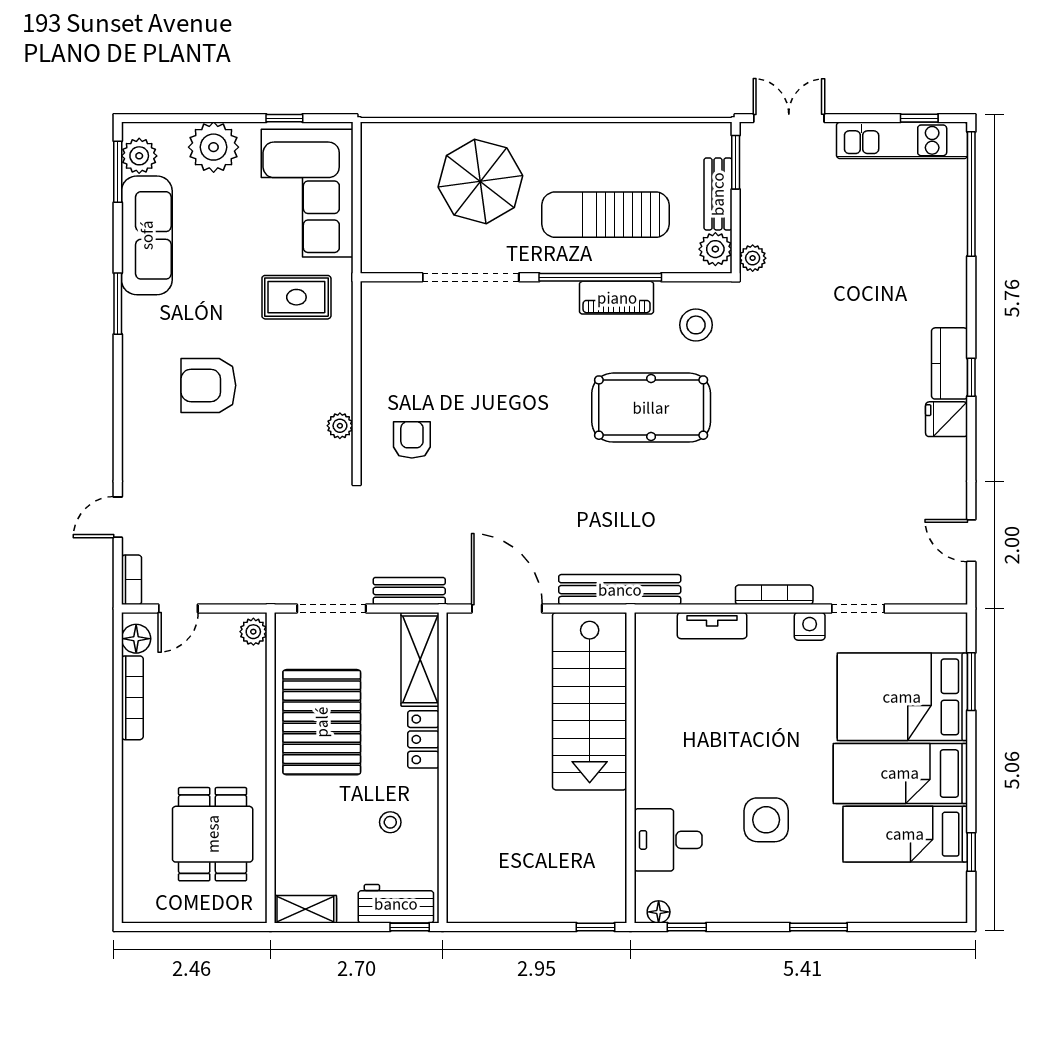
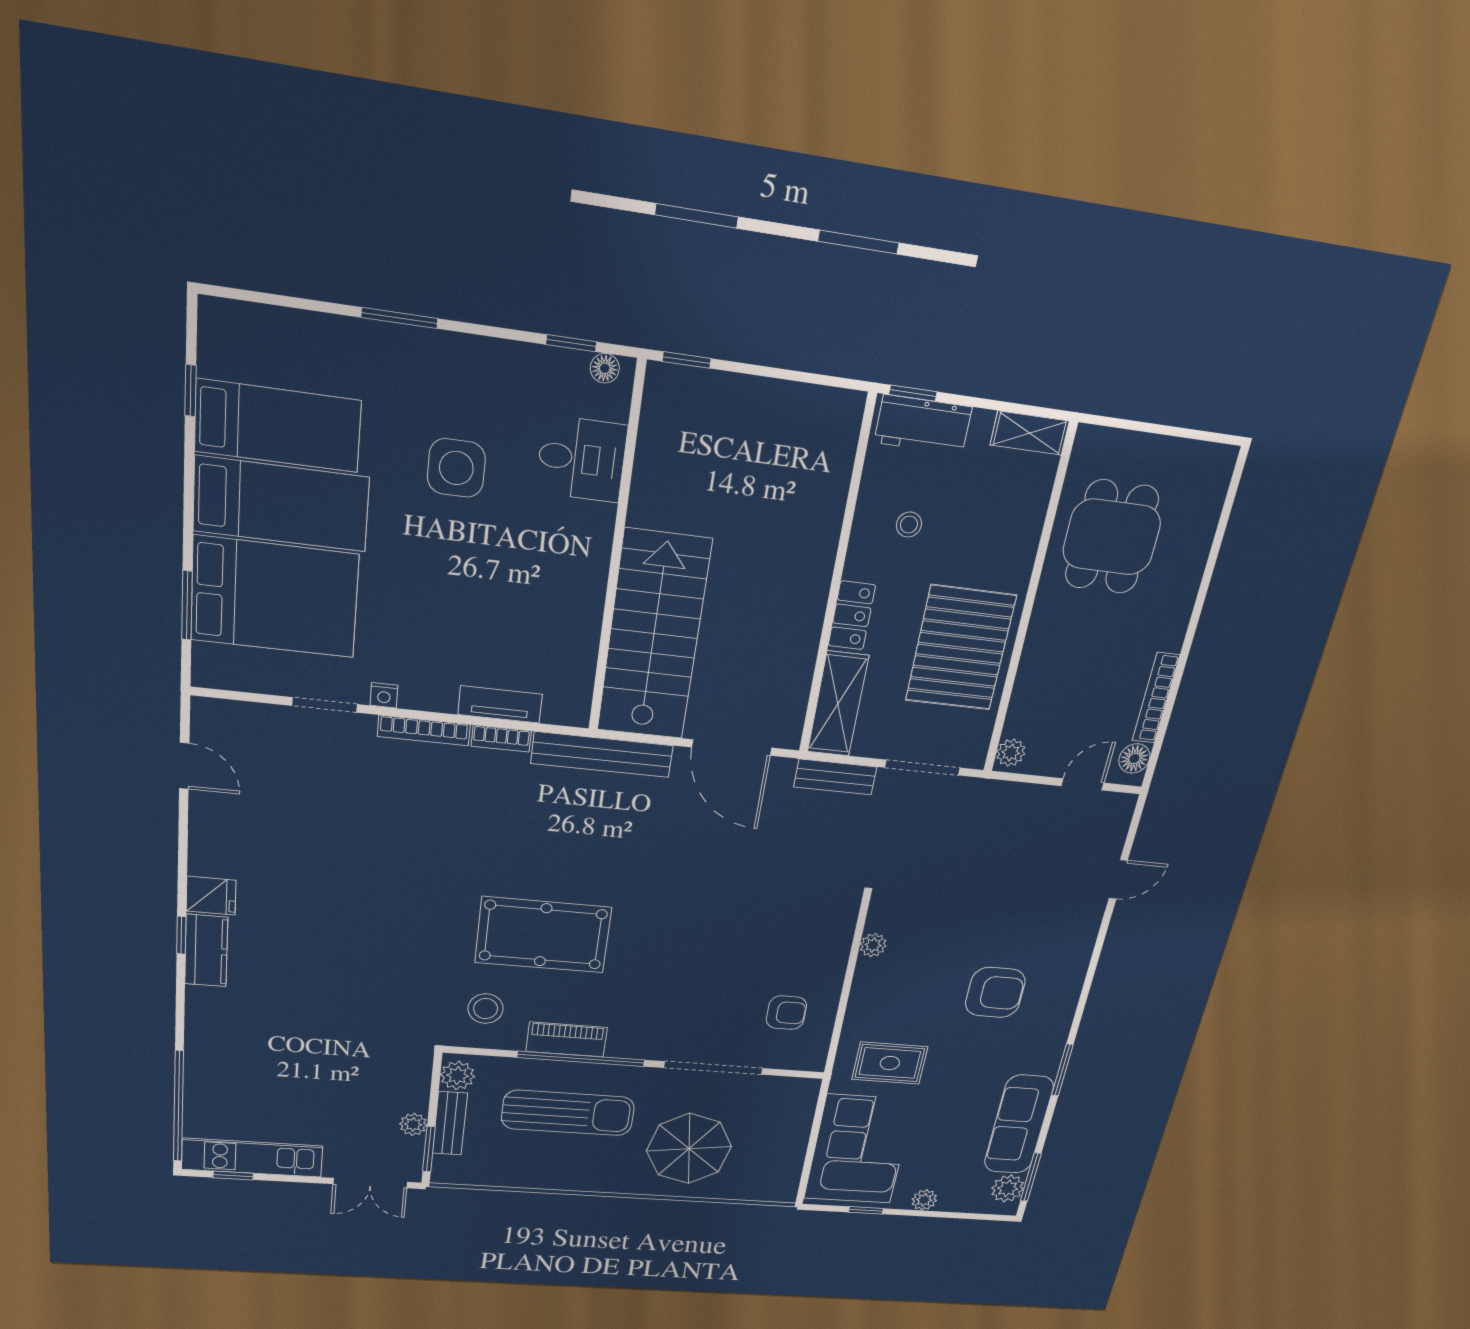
plant: (214, 147) -> (924, 1200), width x0.53, depth x0.53
plant: (753, 258) -> (413, 1124), moved
armchair: (412, 440) -> (786, 1013), moved, turned -90
bookcase: (132, 580) -> (501, 739), moved, turned -90
nightstand: (810, 626) -> (384, 695), width x0.72, depth x0.74

